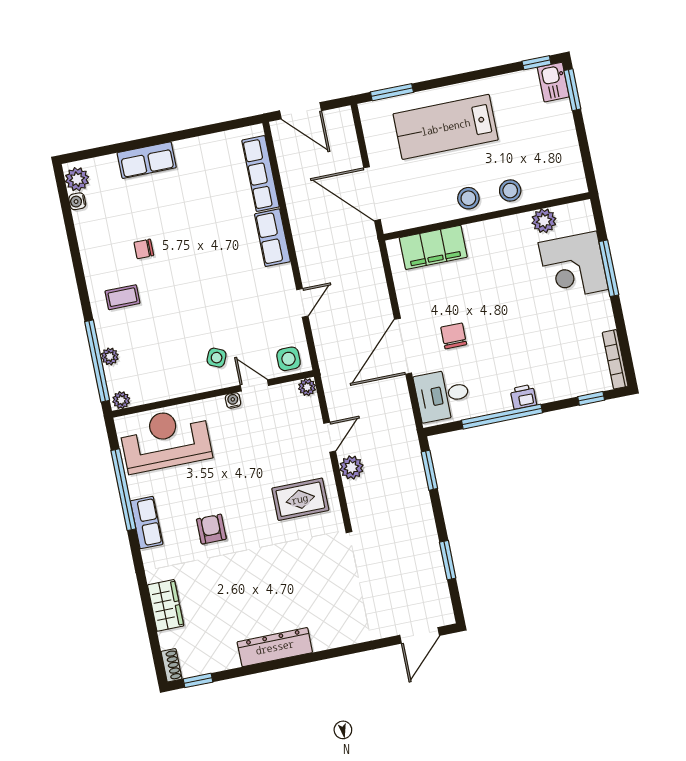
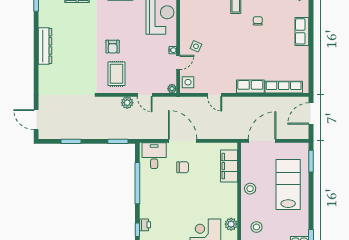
stool: (510, 191) -> (256, 227), moved
printer: (523, 397) -> (145, 225), moved
armchair: (211, 529) -> (113, 47), moved, turned 90

